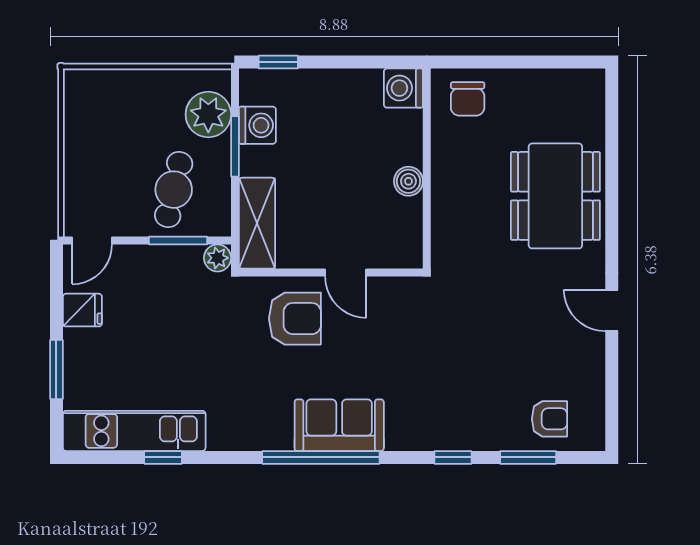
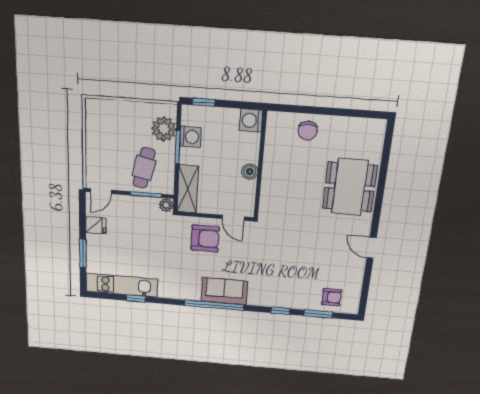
washing machine: (403, 88) -> (251, 120), moved
wall: (427, 169) -> (260, 166), moved
boiler: (408, 181) -> (250, 172), moved

